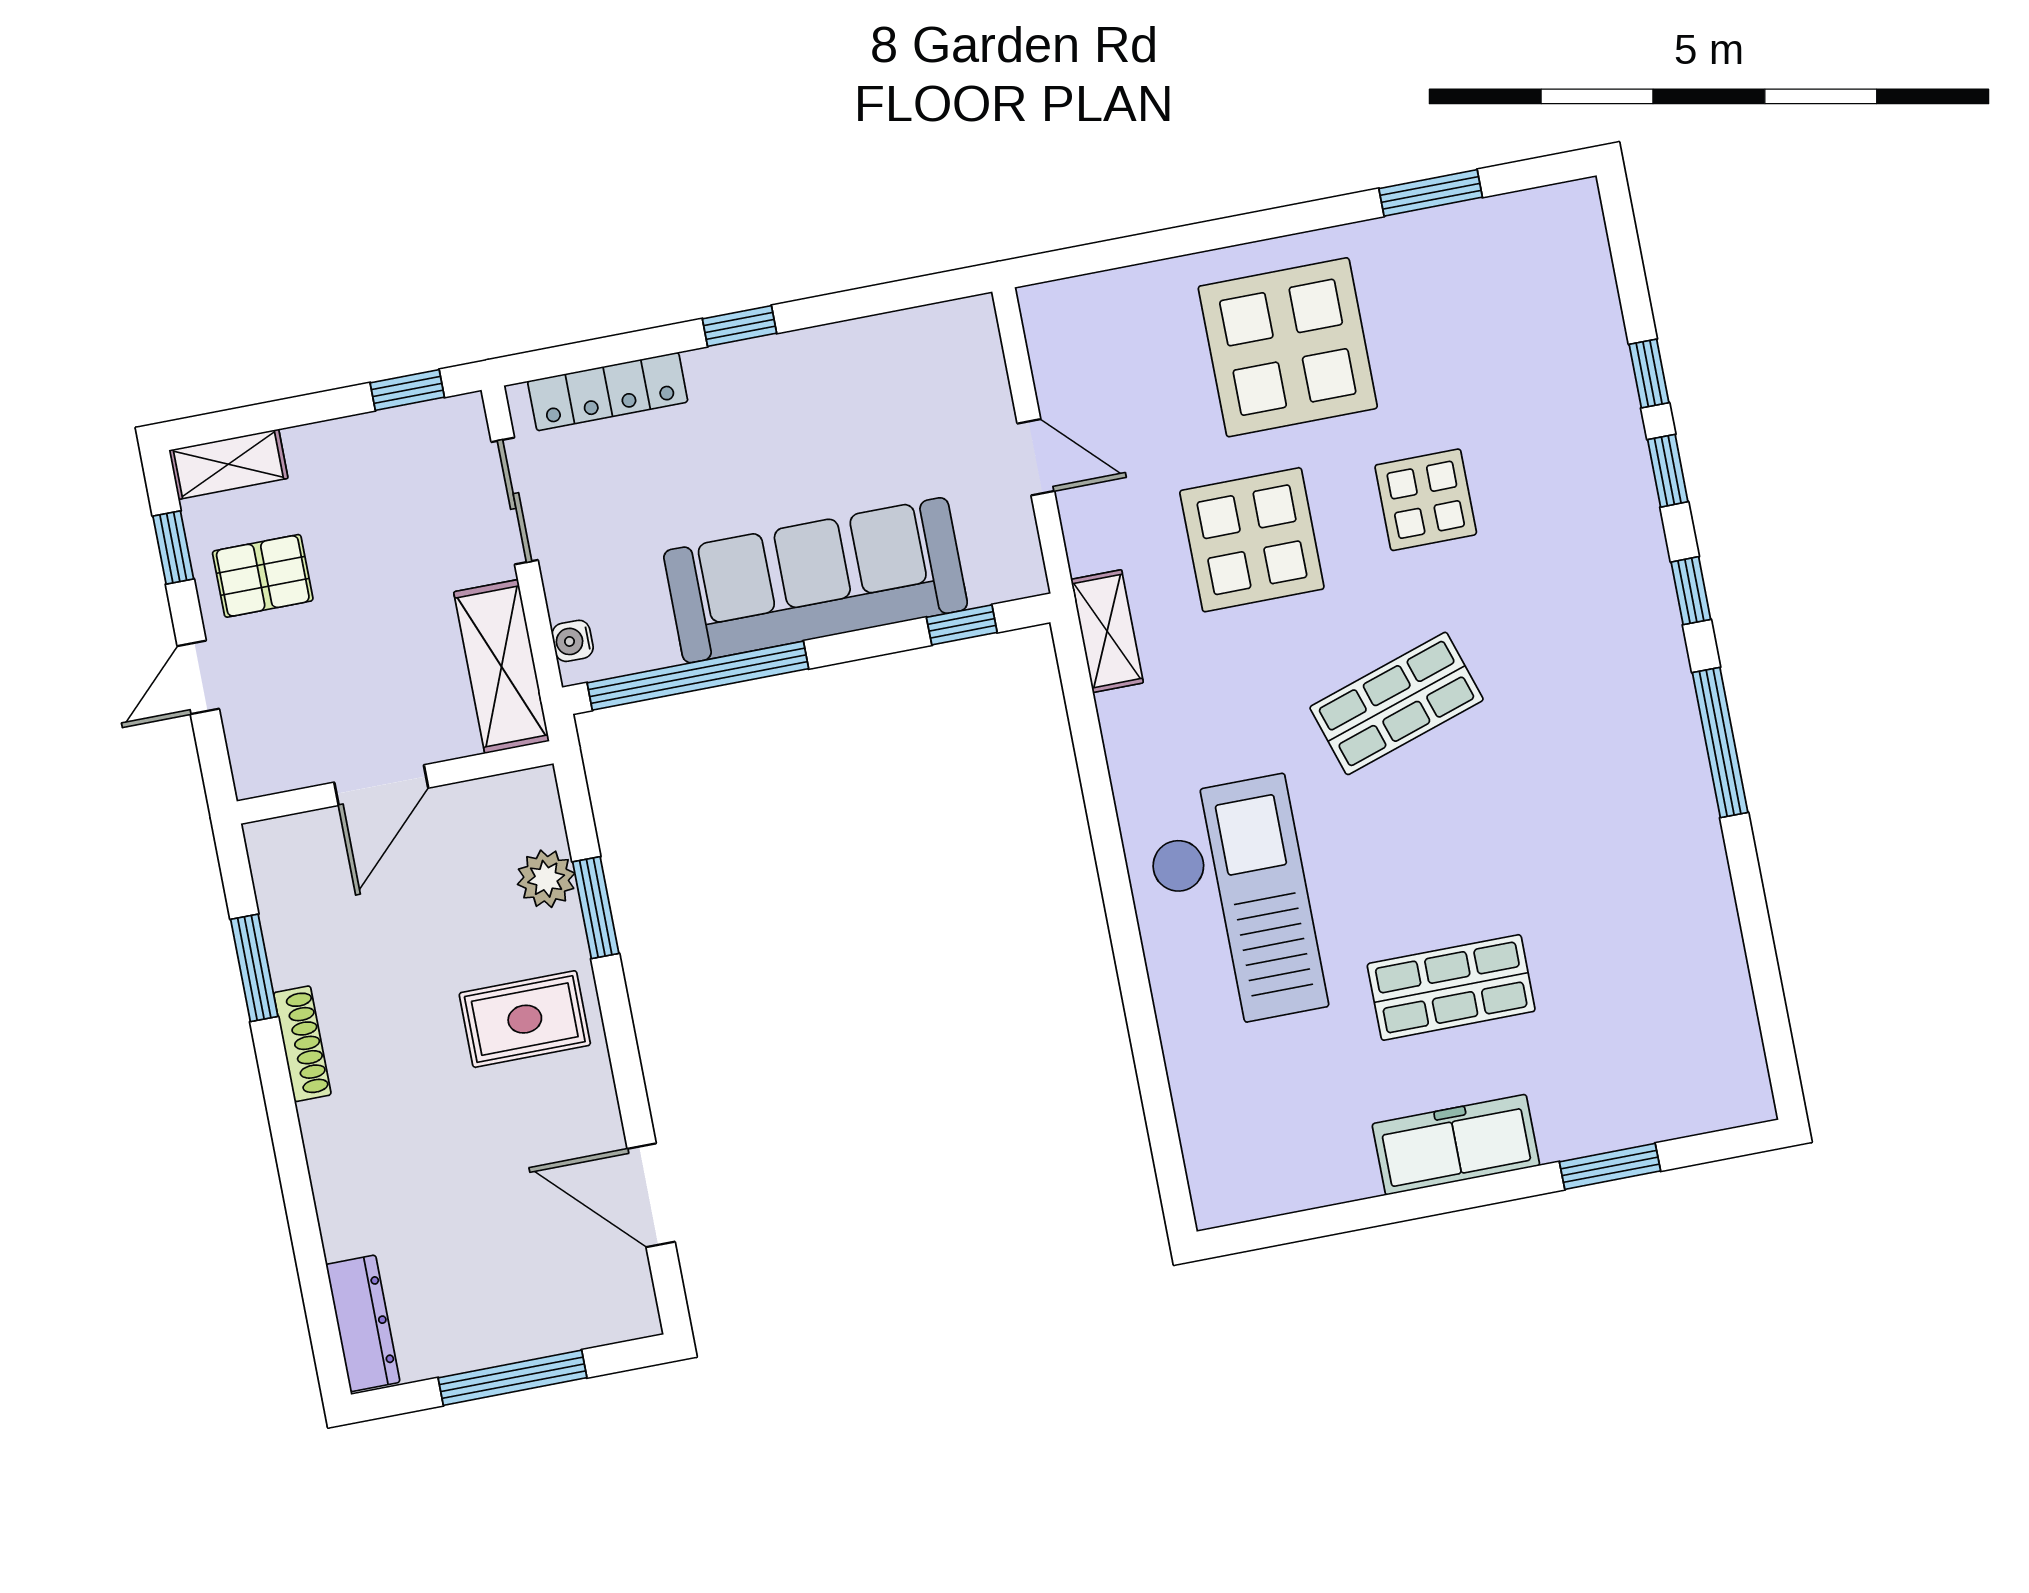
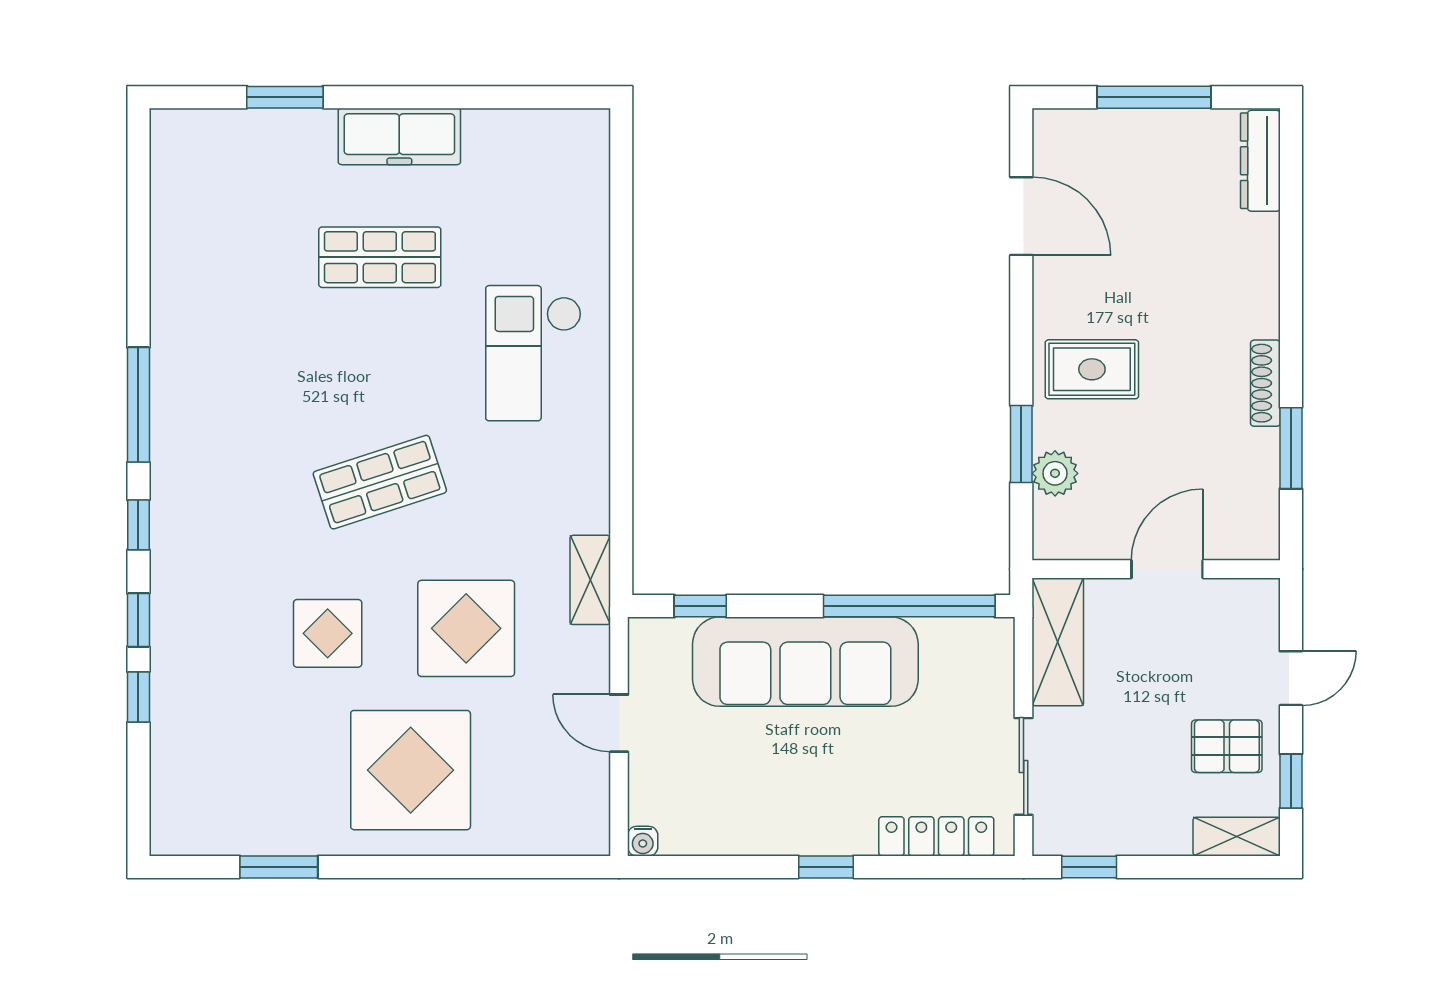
water cooler: (573, 641) -> (643, 841), moved, turned 90
checkout: (1234, 904) -> (533, 353), width x0.73, depth x0.83

